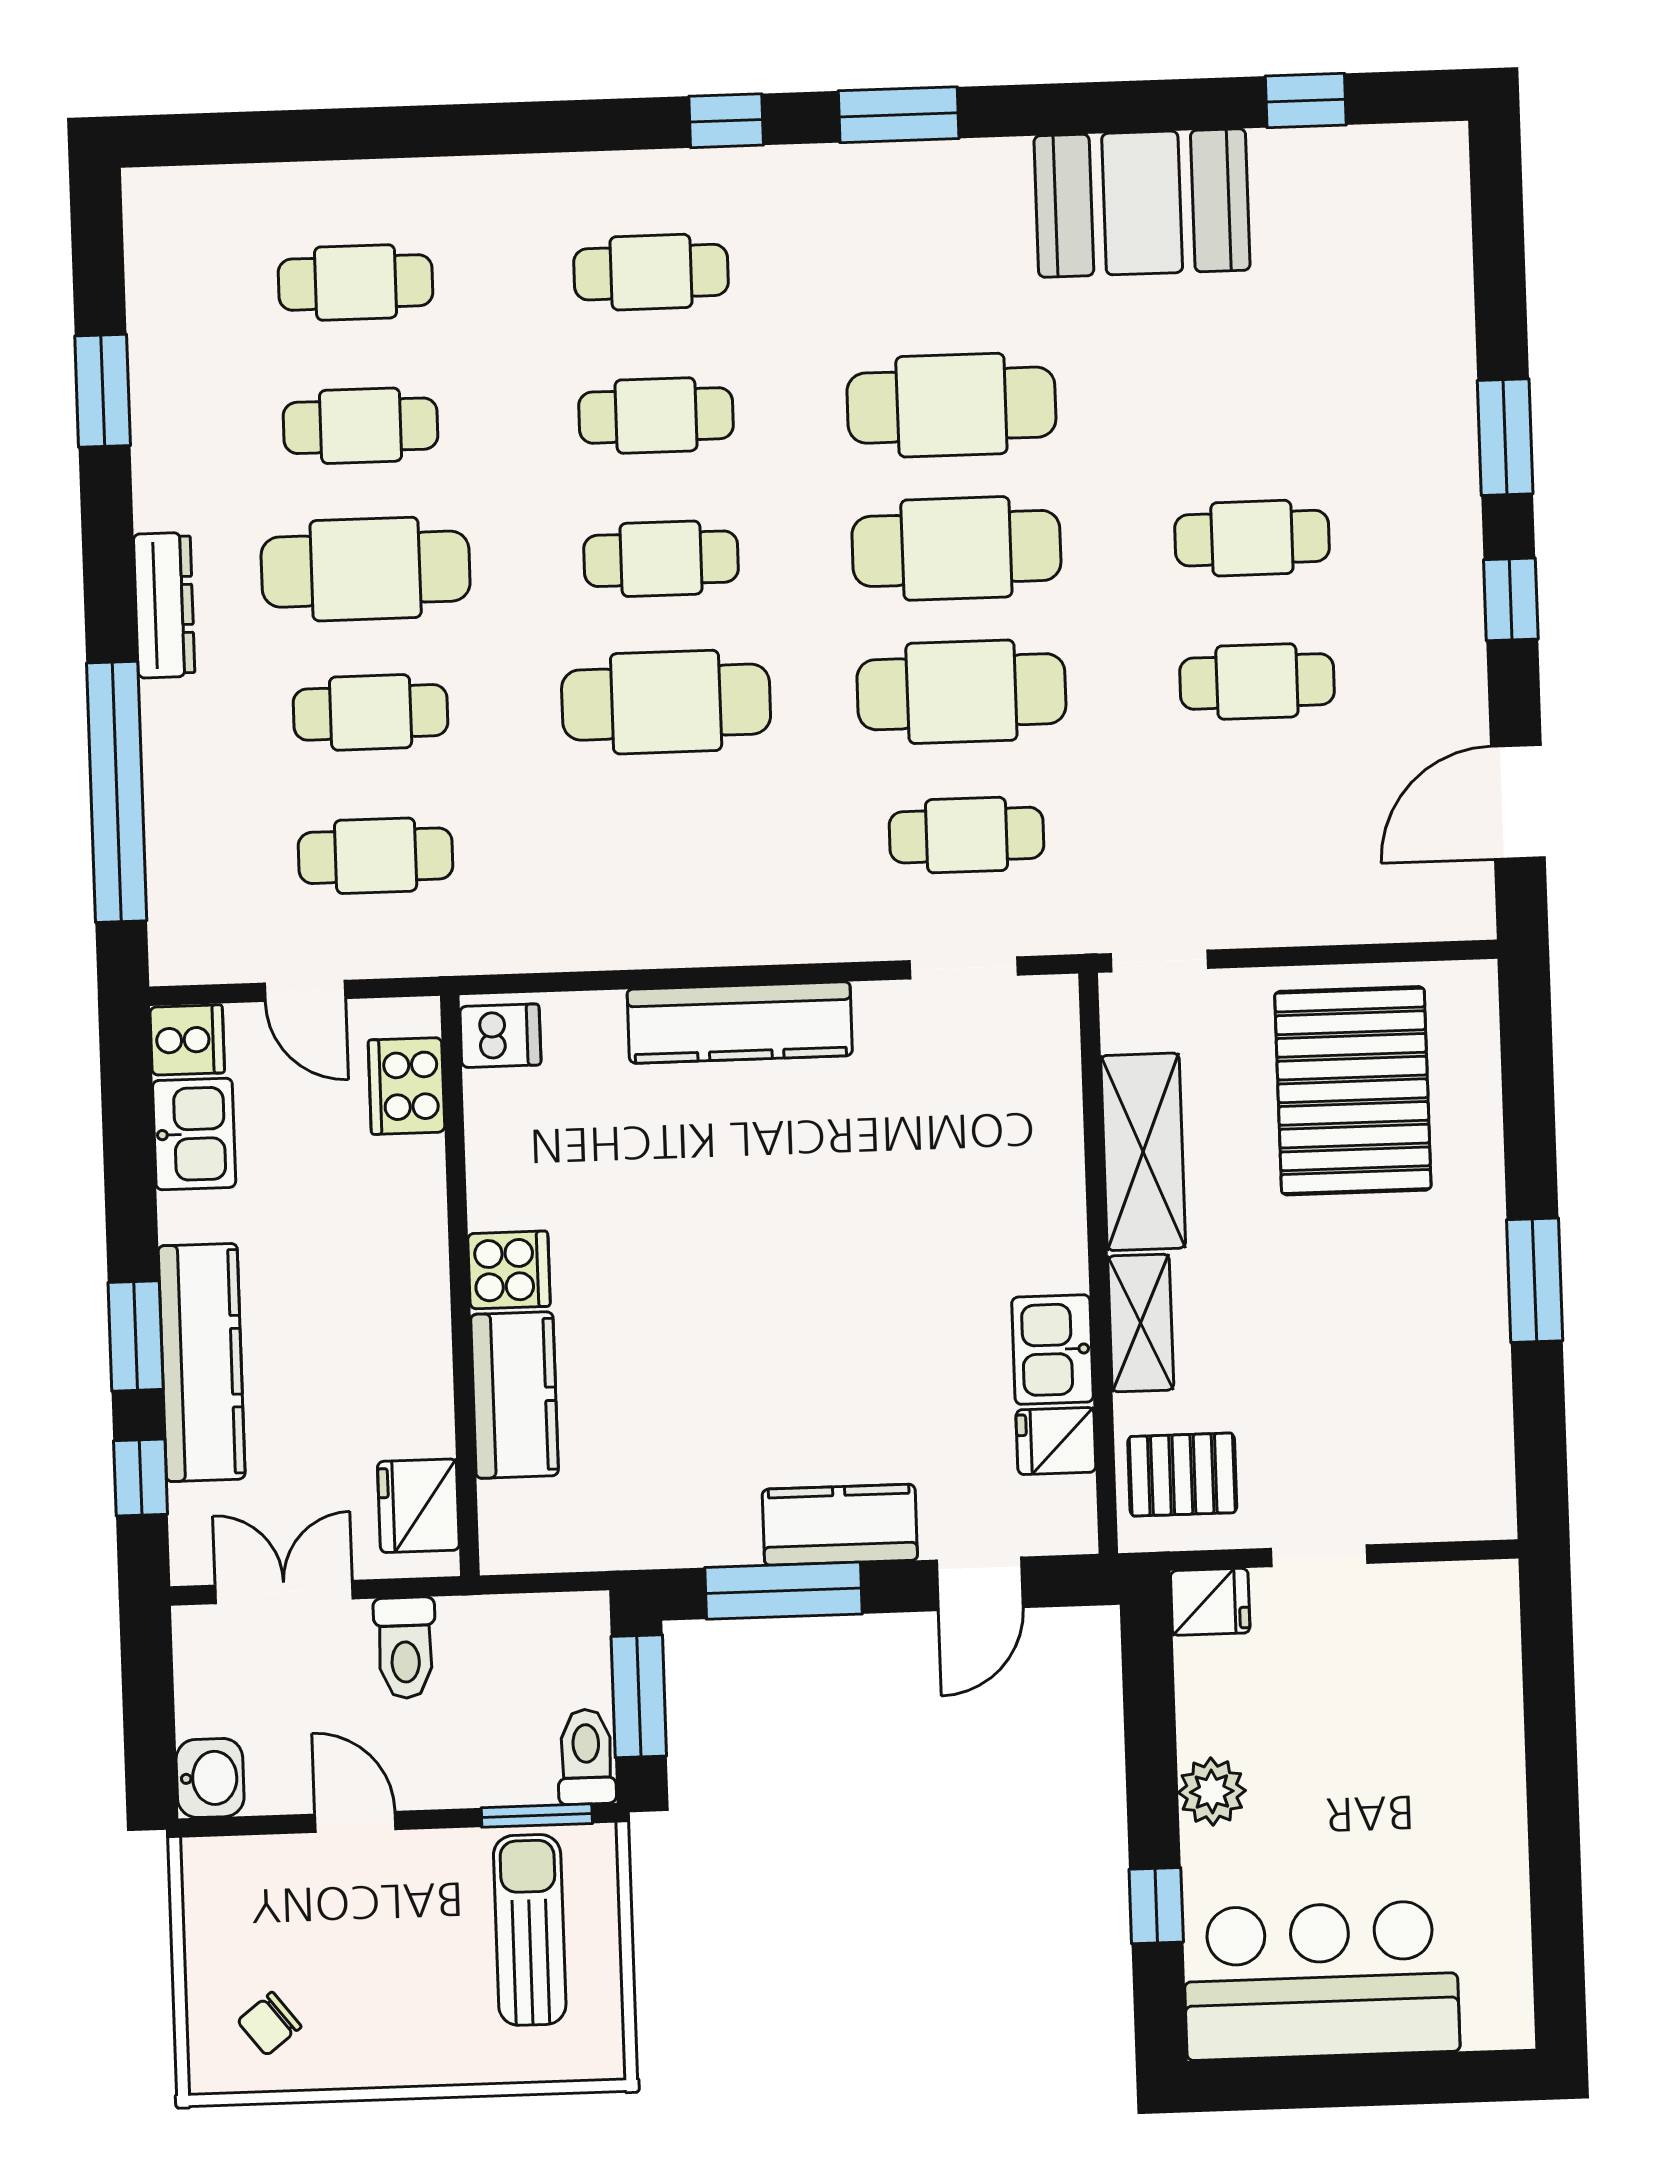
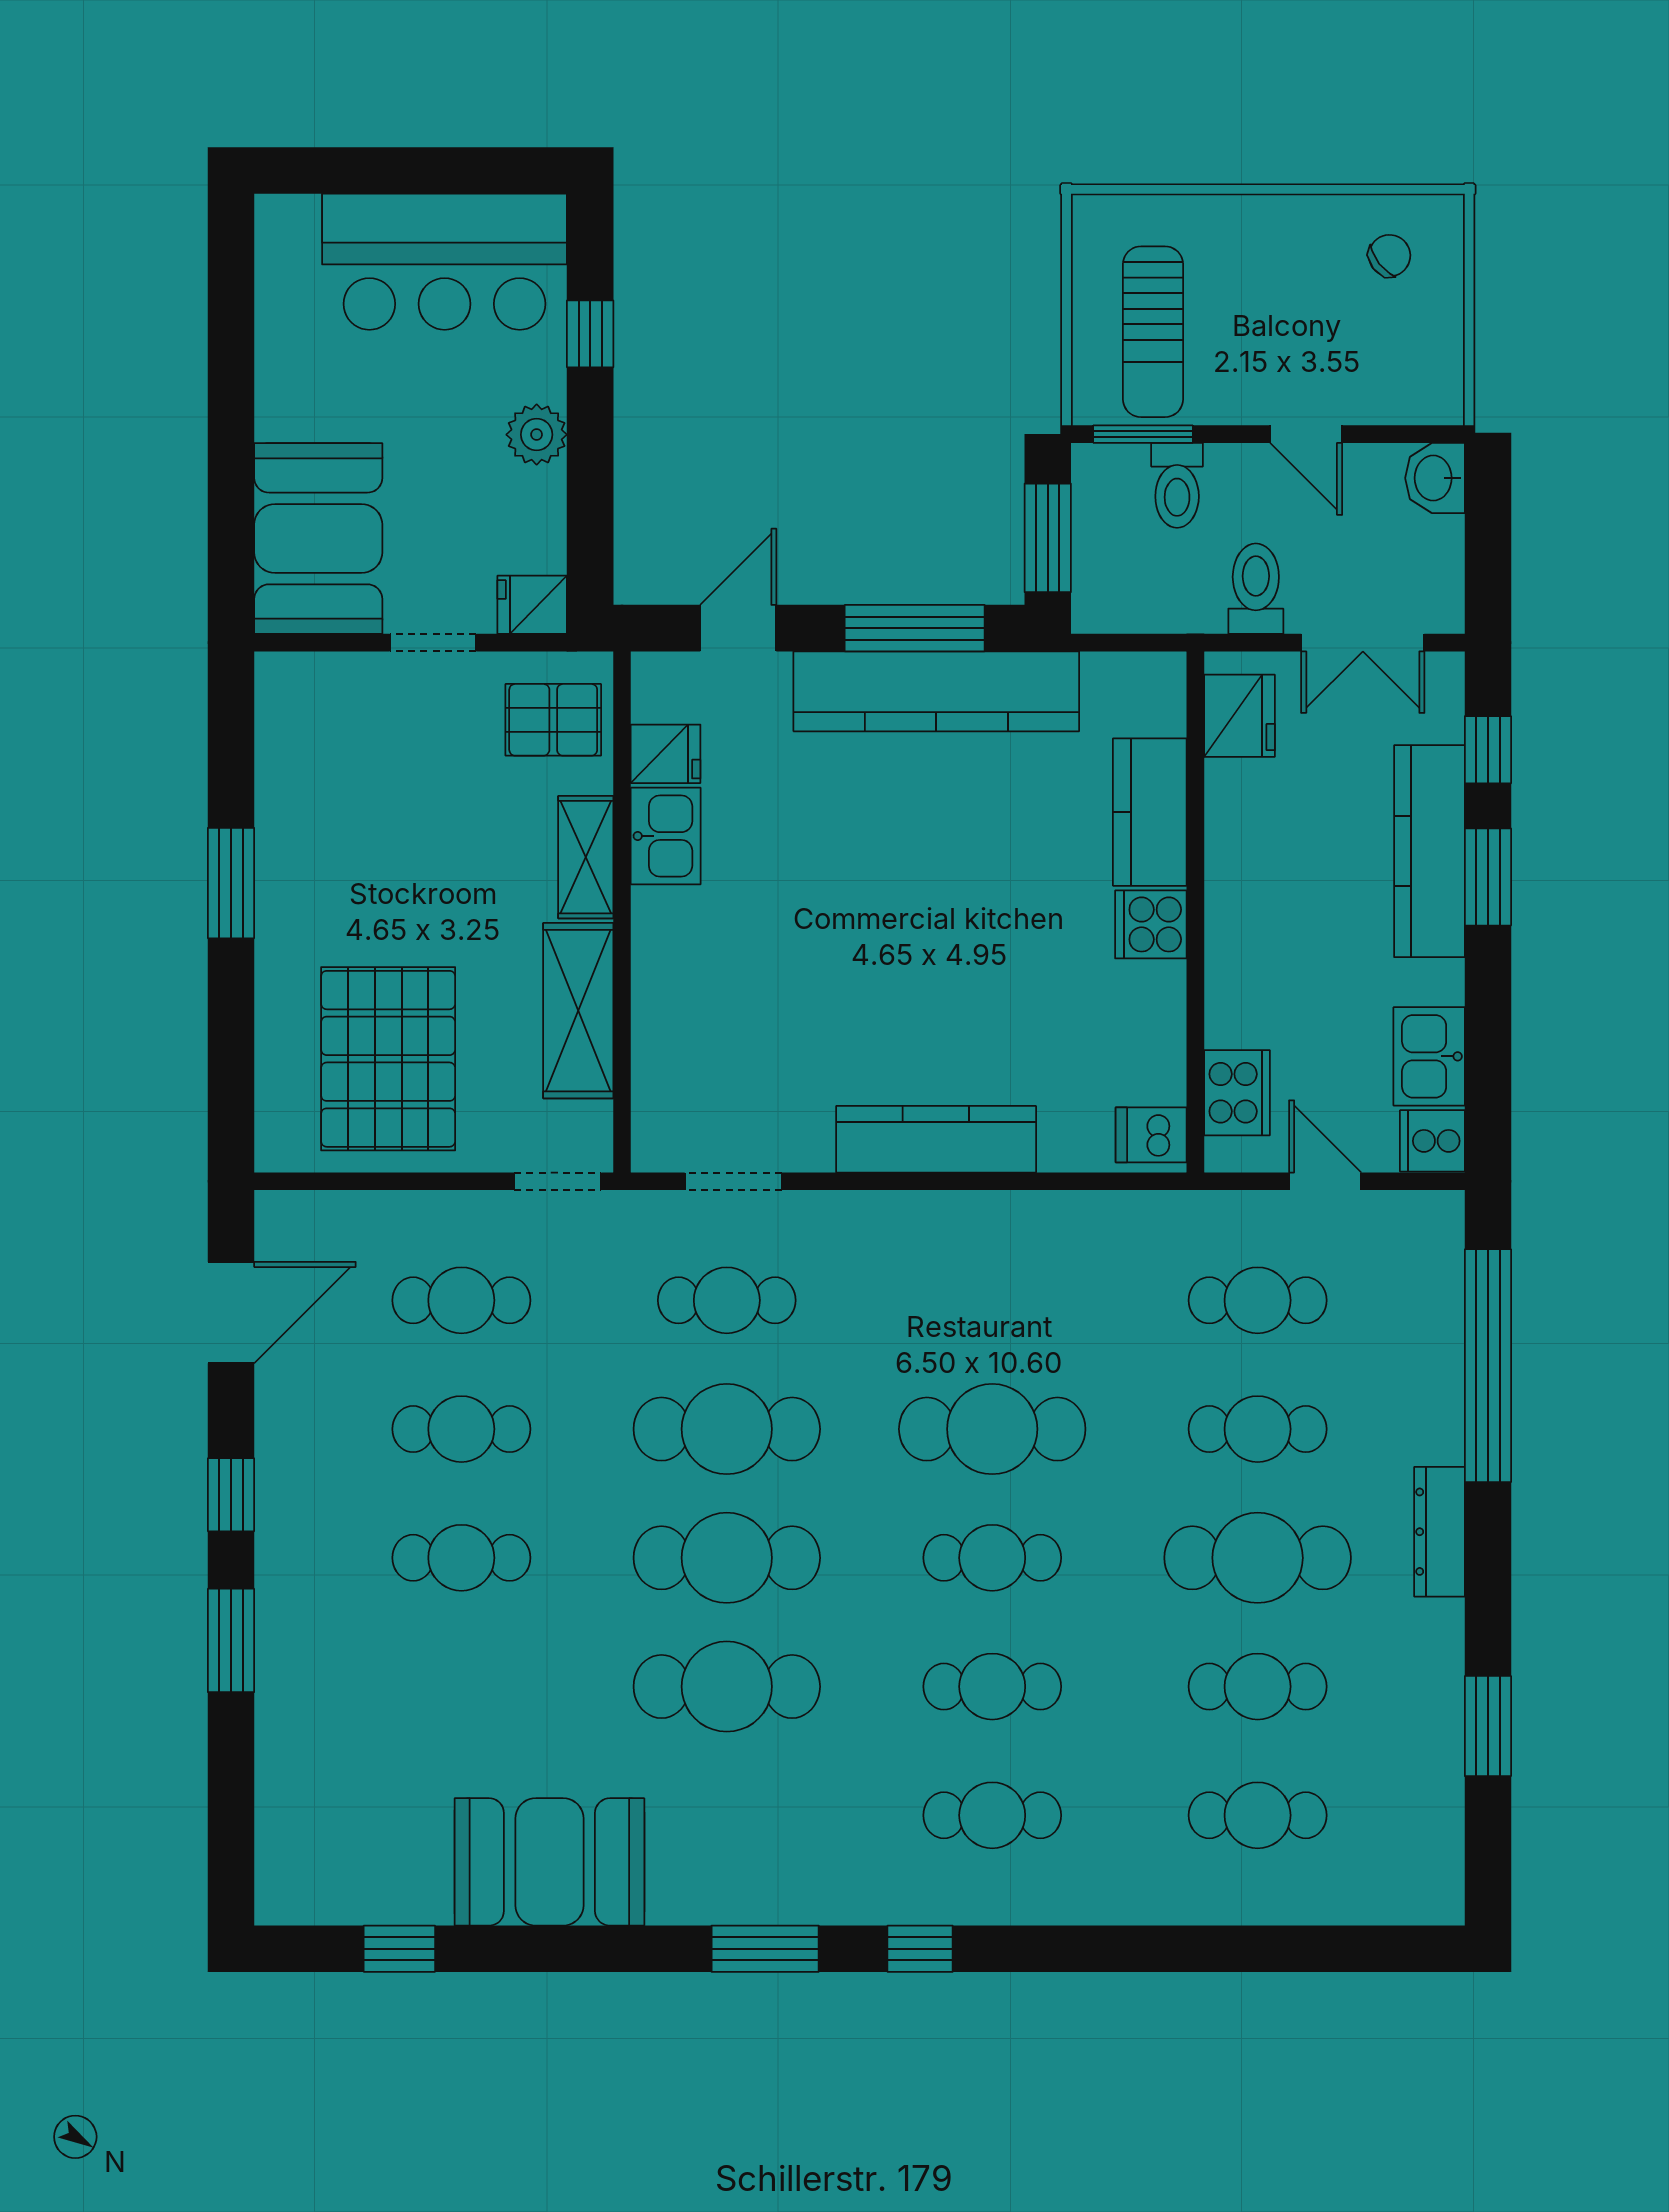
cafe table: (1262, 825) -> (461, 1300), added
kitchen counter: (840, 1525) -> (936, 691), width x2.08, depth x1.17
booth: (1451, 1667) -> (318, 538), added
toilet: (586, 1757) -> (1177, 485), moved

